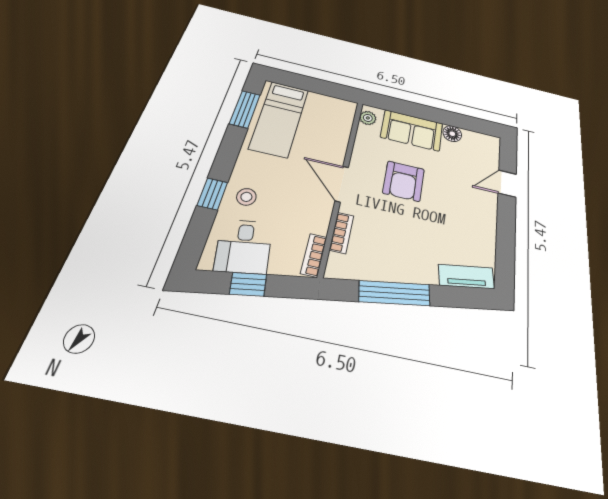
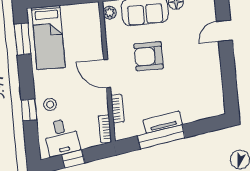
armchair: (404, 181) -> (149, 56), turned 90
tv unit: (466, 277) -> (163, 122), moved

